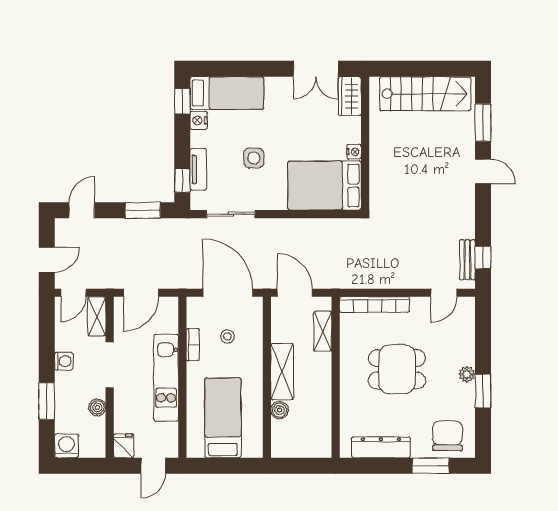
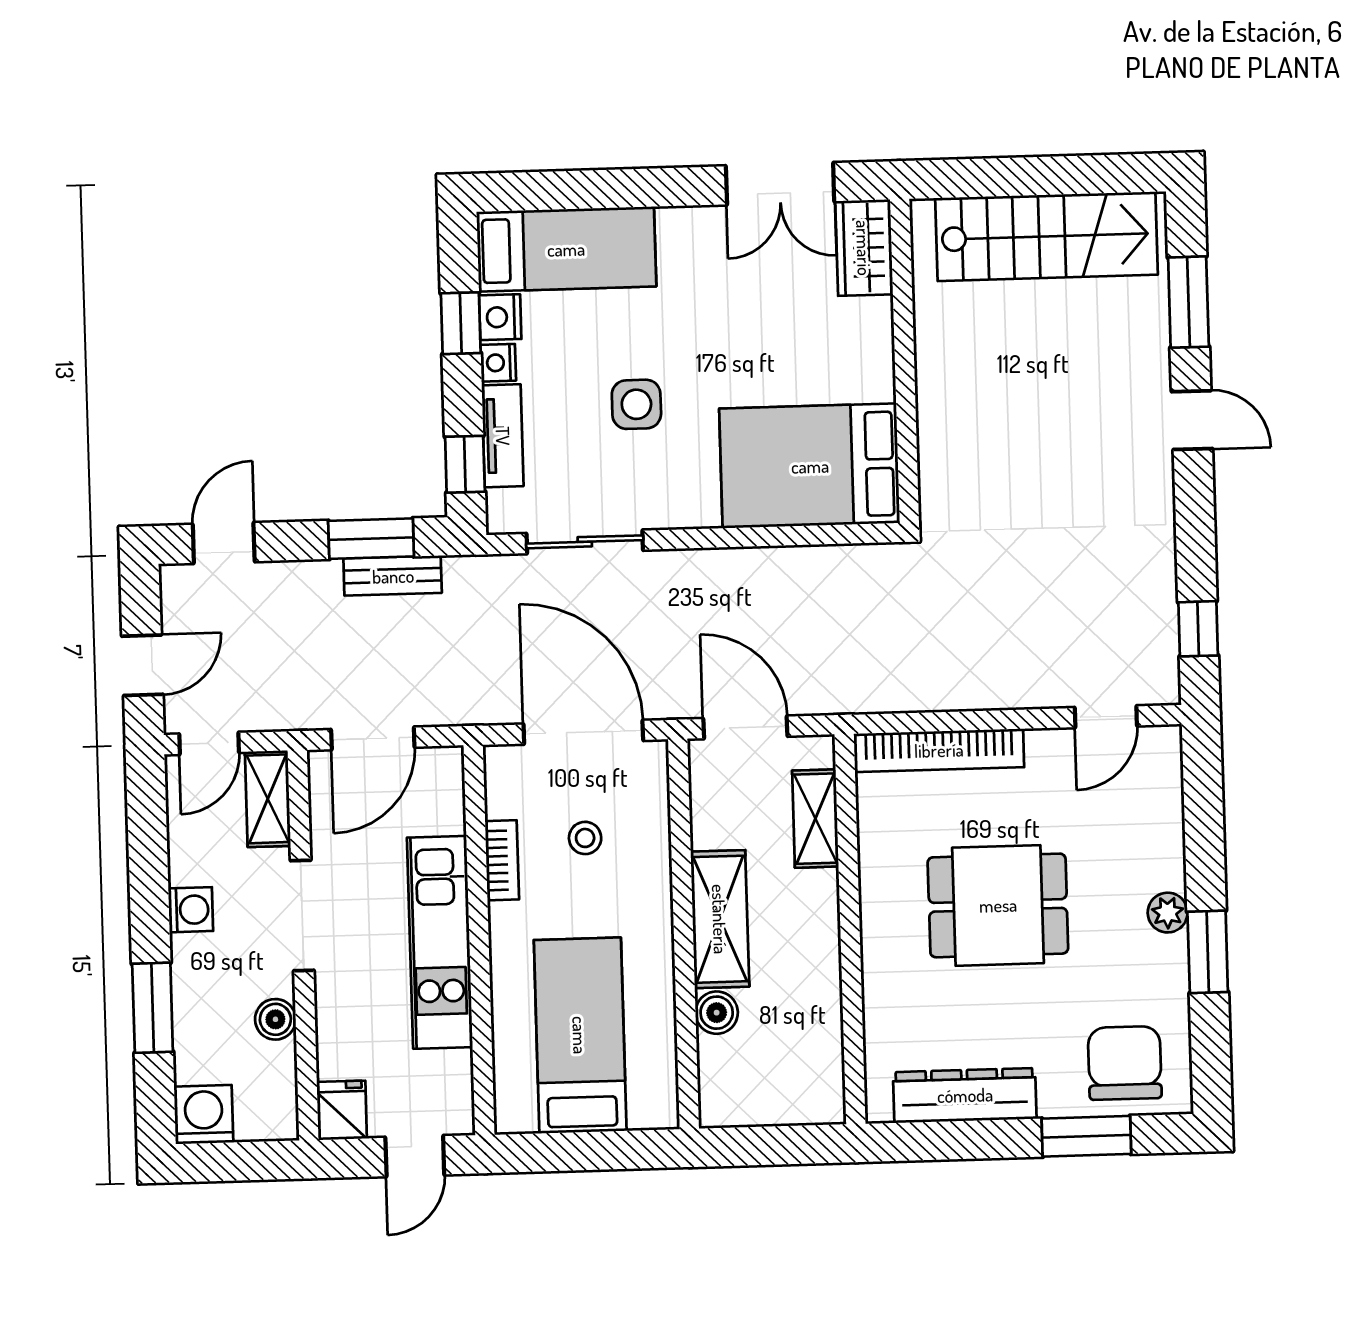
window: (182, 101) -> (461, 323), moved
nightstand: (354, 152) -> (498, 363), moved, turned 180
bench: (467, 260) -> (393, 576), moved, turned 90

